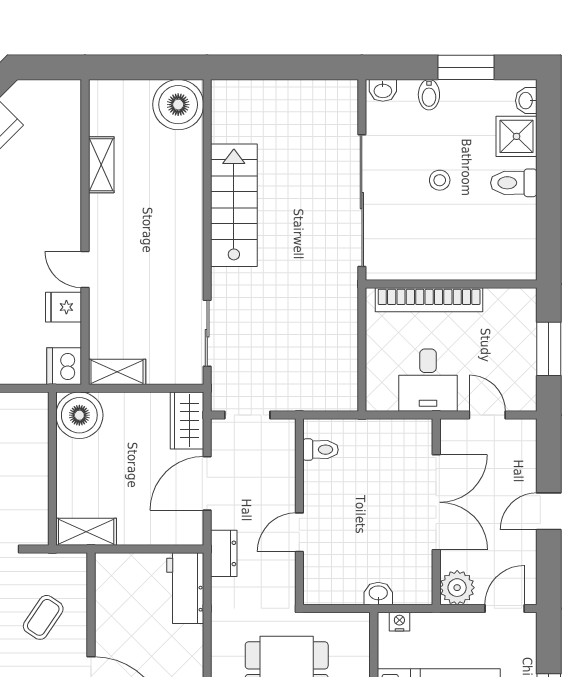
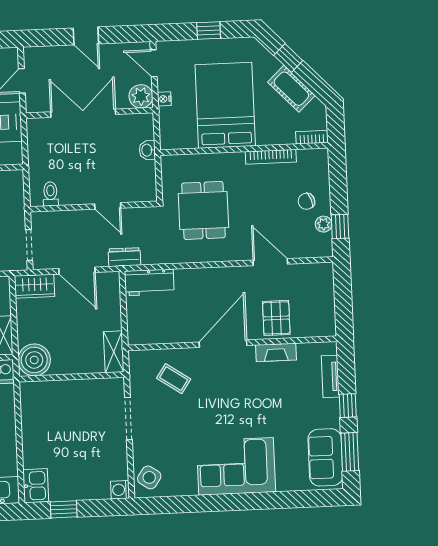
nightstand: (399, 622) -> (164, 99), moved

